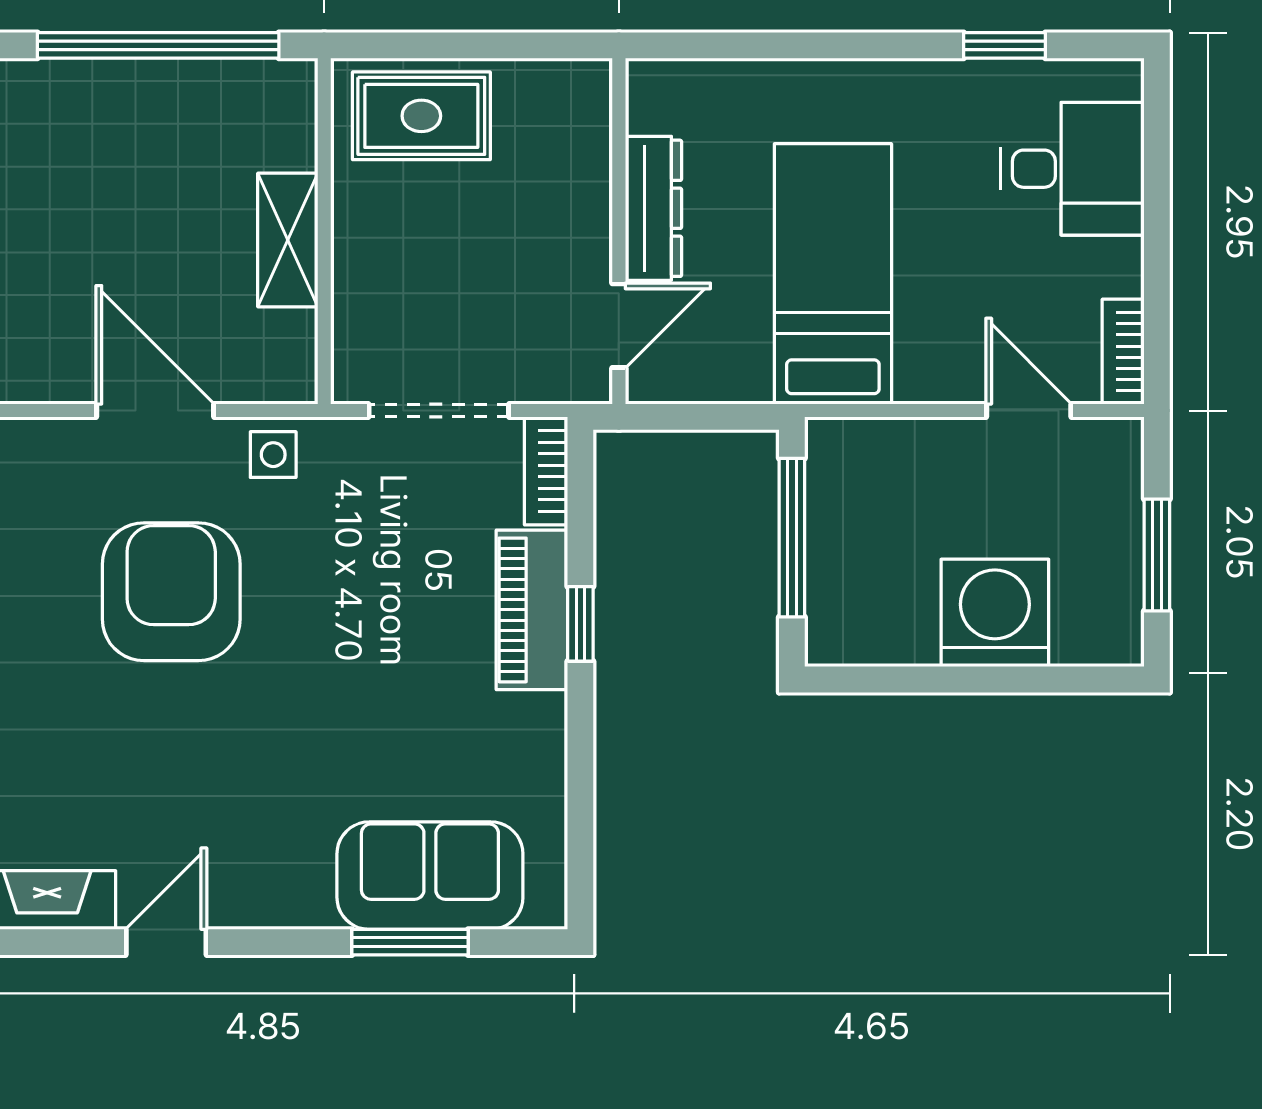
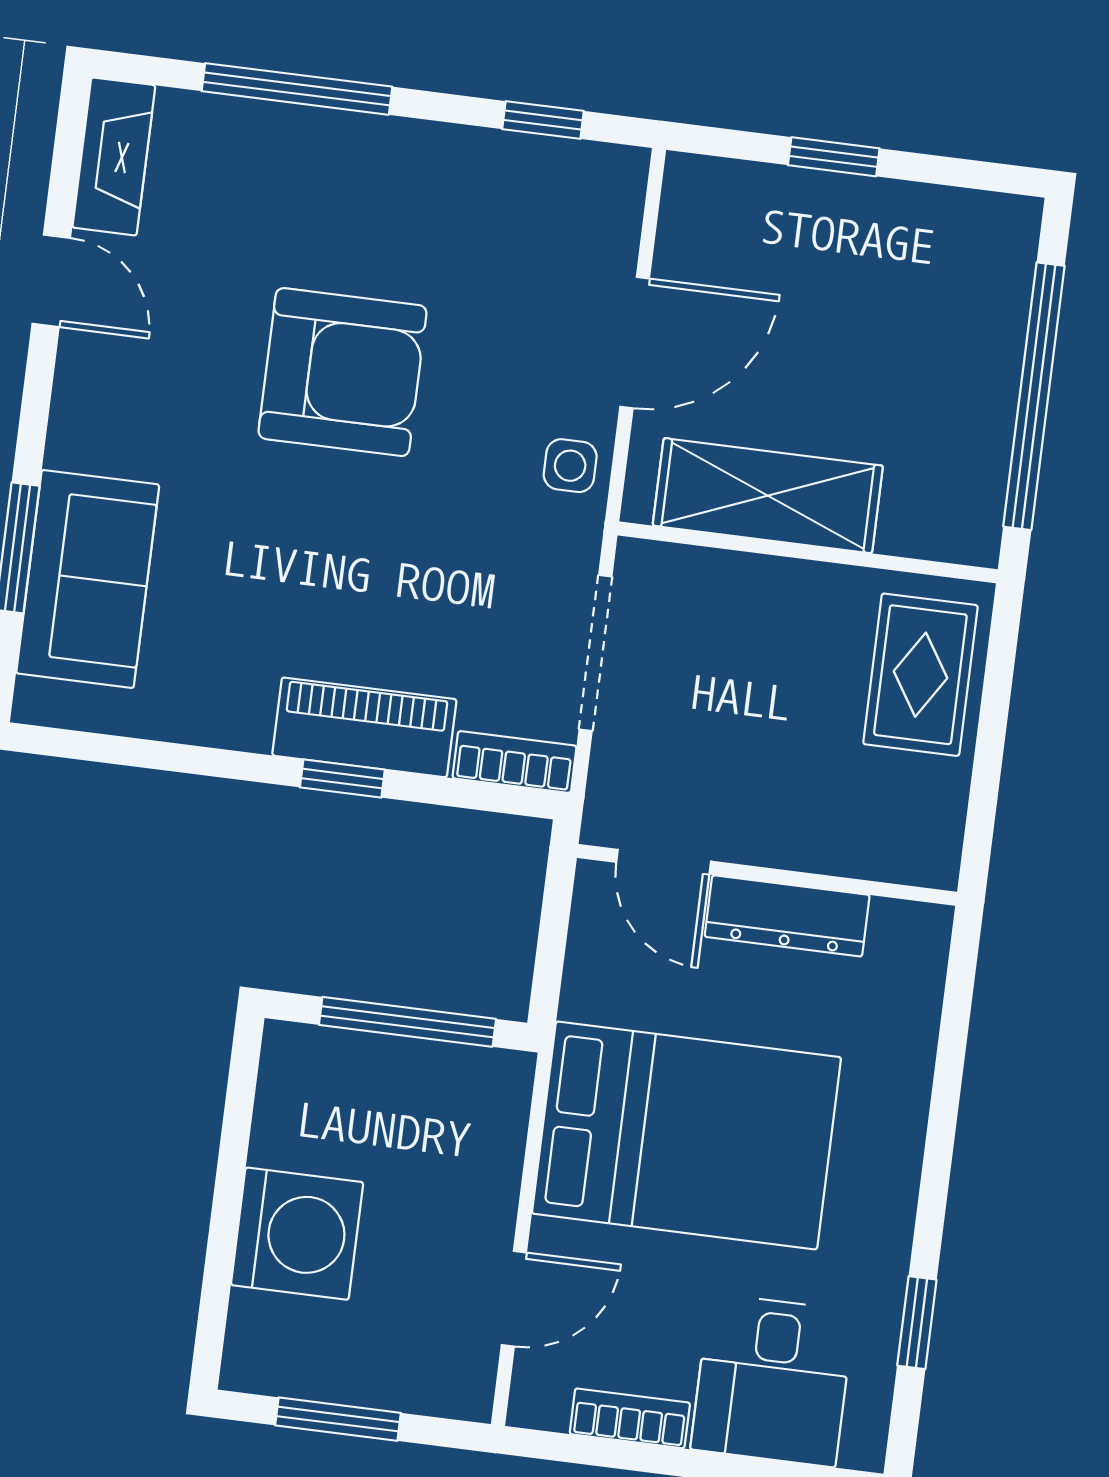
shelving: (288, 240) -> (768, 496), width x1.50, depth x1.33
bed: (833, 274) -> (687, 1135), width x1.50
bookcase: (1123, 352) -> (630, 1418), moved
armchair: (171, 592) -> (343, 372), moved

